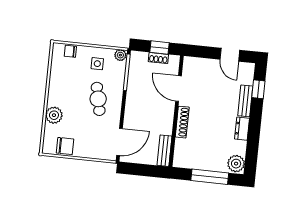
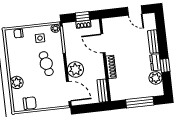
window: (258, 89) -> (165, 65), moved
plant: (135, 115) -> (75, 70), added
door: (120, 142) -> (69, 91), hinge flipped
plant: (236, 164) -> (156, 78), moved

